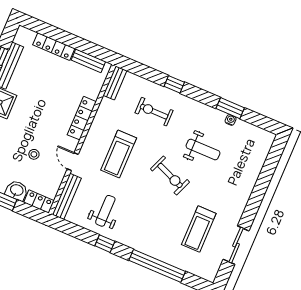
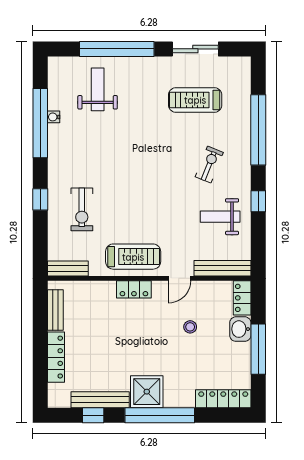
window: (230, 108) -> (40, 123), width x2.11
locker: (82, 118) -> (134, 289), width x0.66
weight bench: (203, 149) -> (98, 89), moved
treadmill: (119, 154) -> (133, 257), moved
exercise bike: (170, 175) -> (209, 165), moved, width x0.73, depth x0.72
window: (261, 187) -> (117, 49), added
treadmill: (199, 229) -> (195, 100), turned 180

